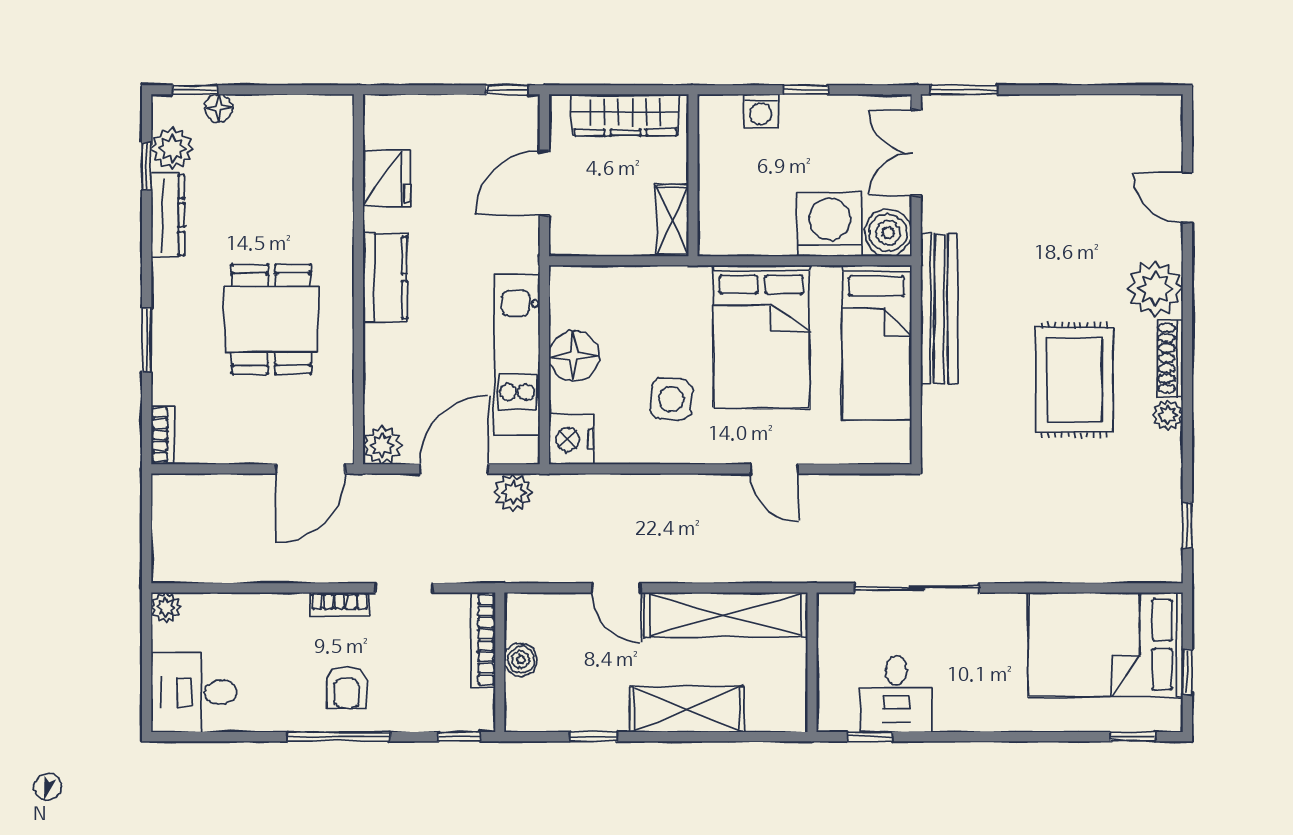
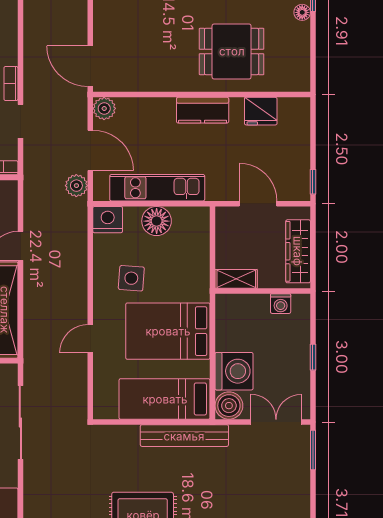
washing machine: (761, 111) -> (281, 304), moved, turned -90
dining table: (271, 319) -> (232, 51), moved

